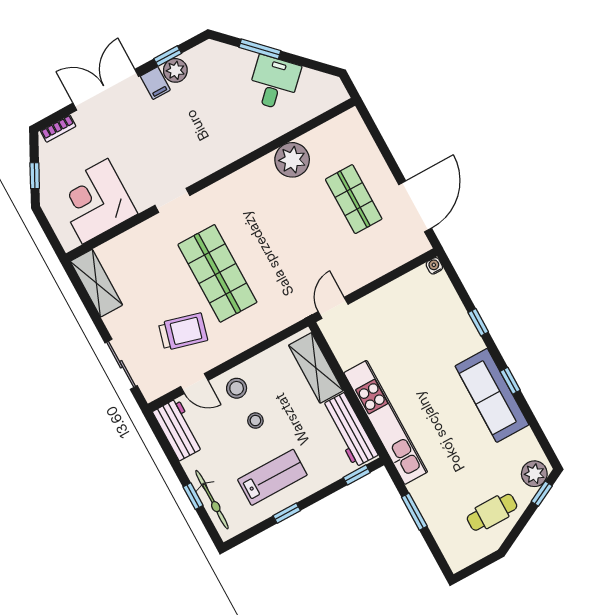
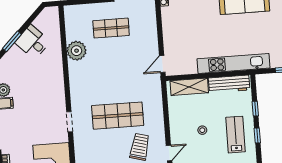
door: (333, 308) -> (162, 64), hinge flipped
stool: (237, 388) -> (181, 132), removed
window: (357, 475) -> (255, 109), moved

